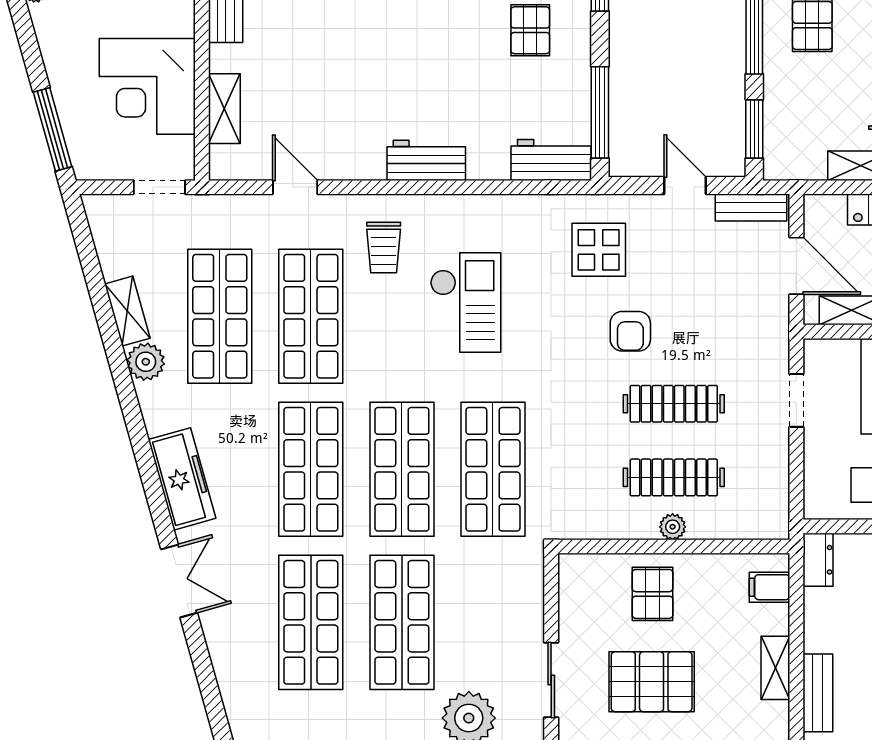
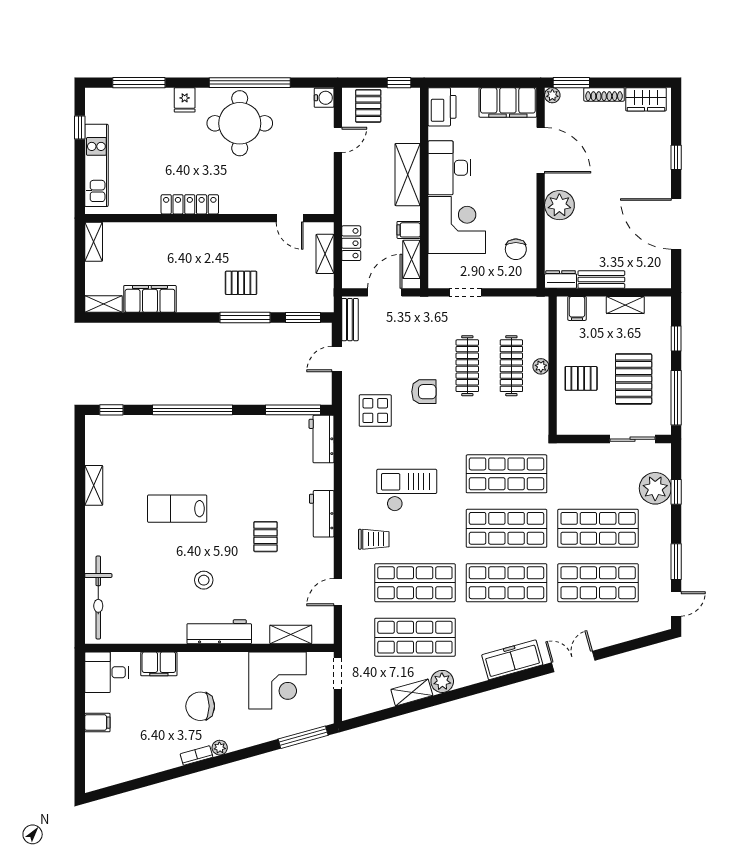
pallet: (530, 30) -> (266, 537), moved, turned 90
bench: (818, 693) -> (601, 280), moved

